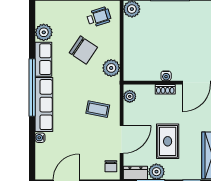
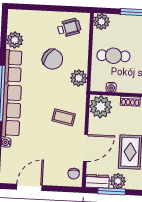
cafe table: (146, 43) -> (113, 56), added
water cooler: (166, 76) -> (111, 87), moved
plant: (130, 96) -> (101, 107), width x1.87, depth x1.87

